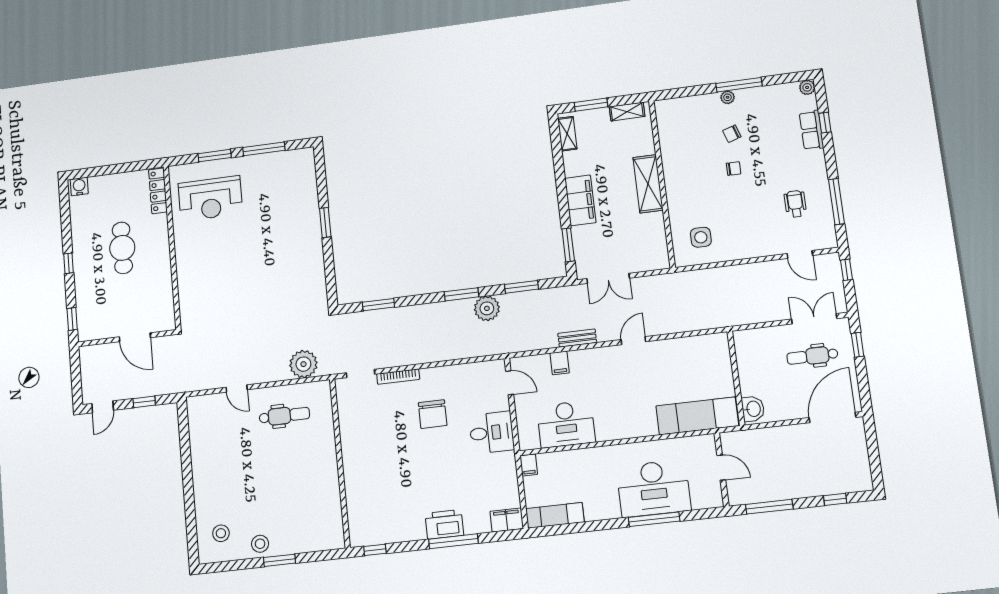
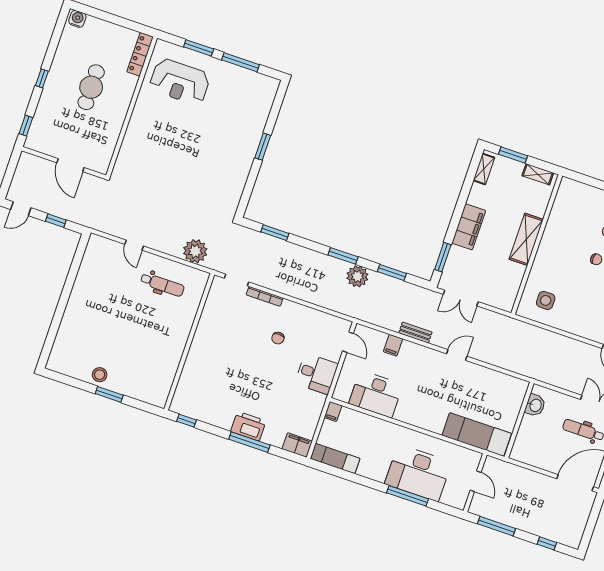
washbasin: (753, 409) -> (535, 405), moved
chair: (433, 414) -> (278, 338), width x0.54, depth x0.54
stool: (221, 533) -> (72, 352), removed

